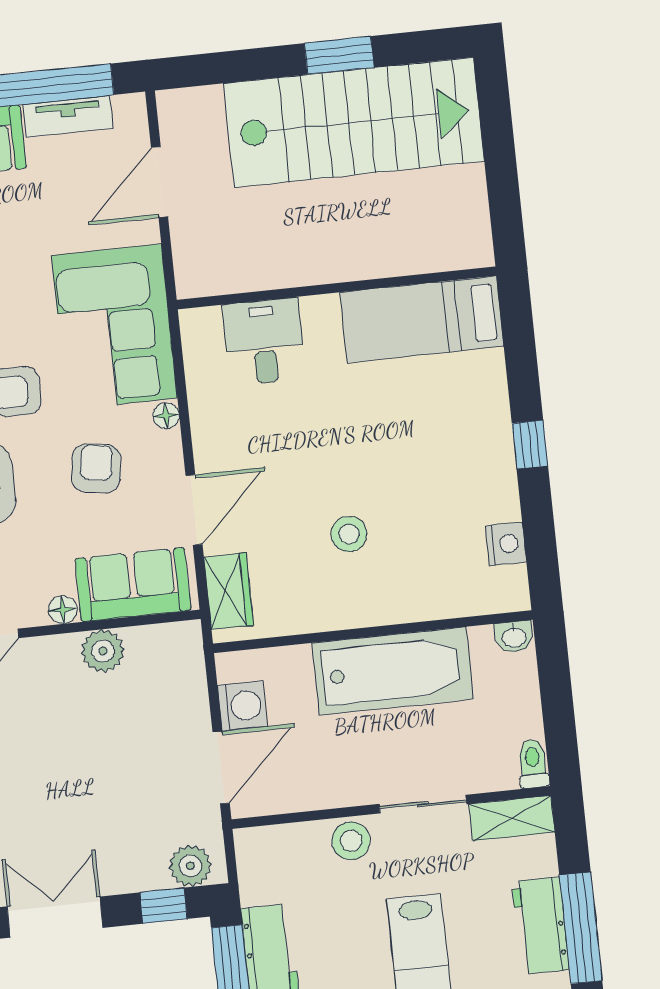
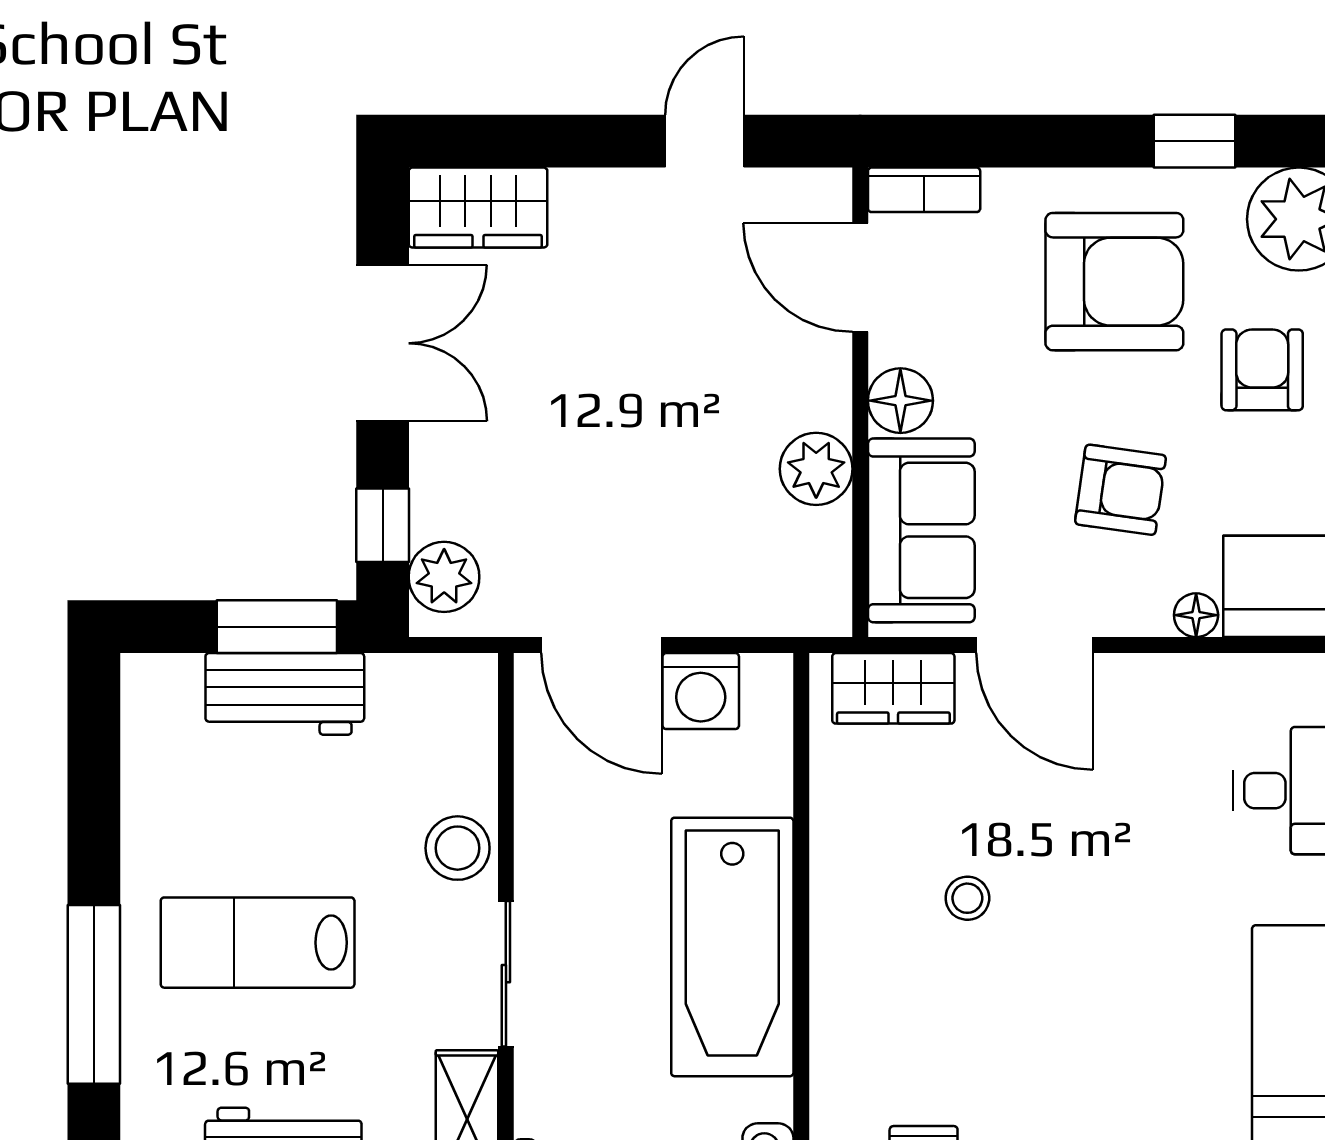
stool: (349, 534) -> (967, 898), width x0.73, depth x0.73
floor lamp: (63, 610) -> (900, 401), width x1.37, depth x1.37

